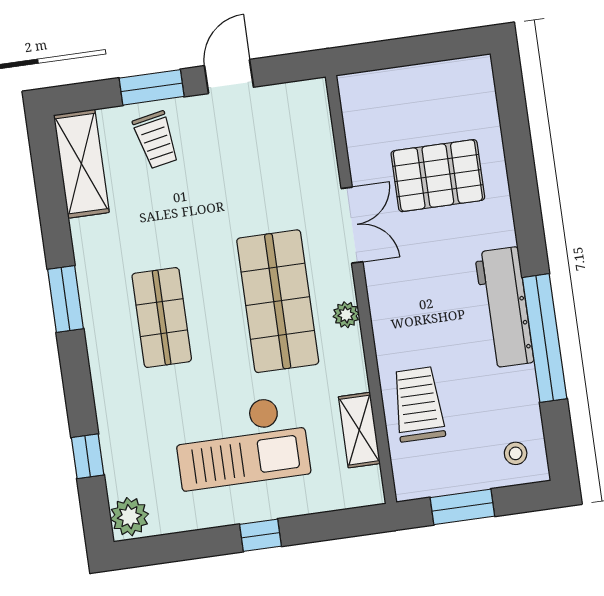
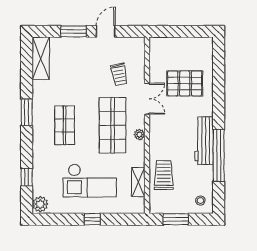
trolley: (156, 140) -> (119, 74), moved

